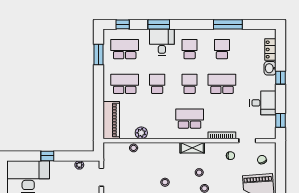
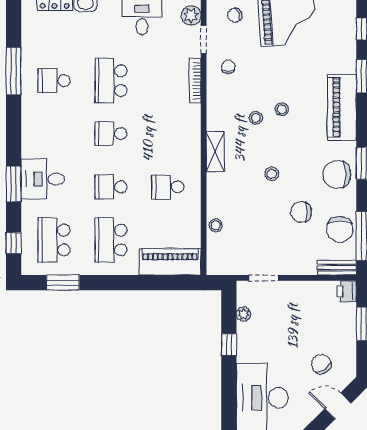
school desk: (190, 49) -> (54, 134), removed
school desk: (190, 119) -> (168, 187), moved, width x0.54
plant: (141, 133) -> (191, 15), moved
shelving: (192, 148) -> (215, 152), moved
window: (47, 156) -> (229, 345), moved

